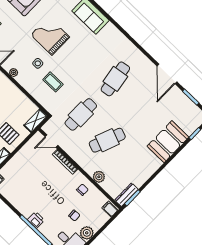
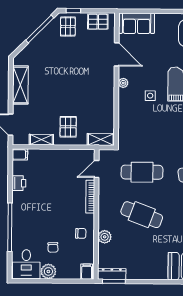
coffee table: (53, 82) -> (147, 123), removed
door: (51, 141) -> (97, 169), hinge flipped
printer: (36, 220) -> (19, 183), moved

